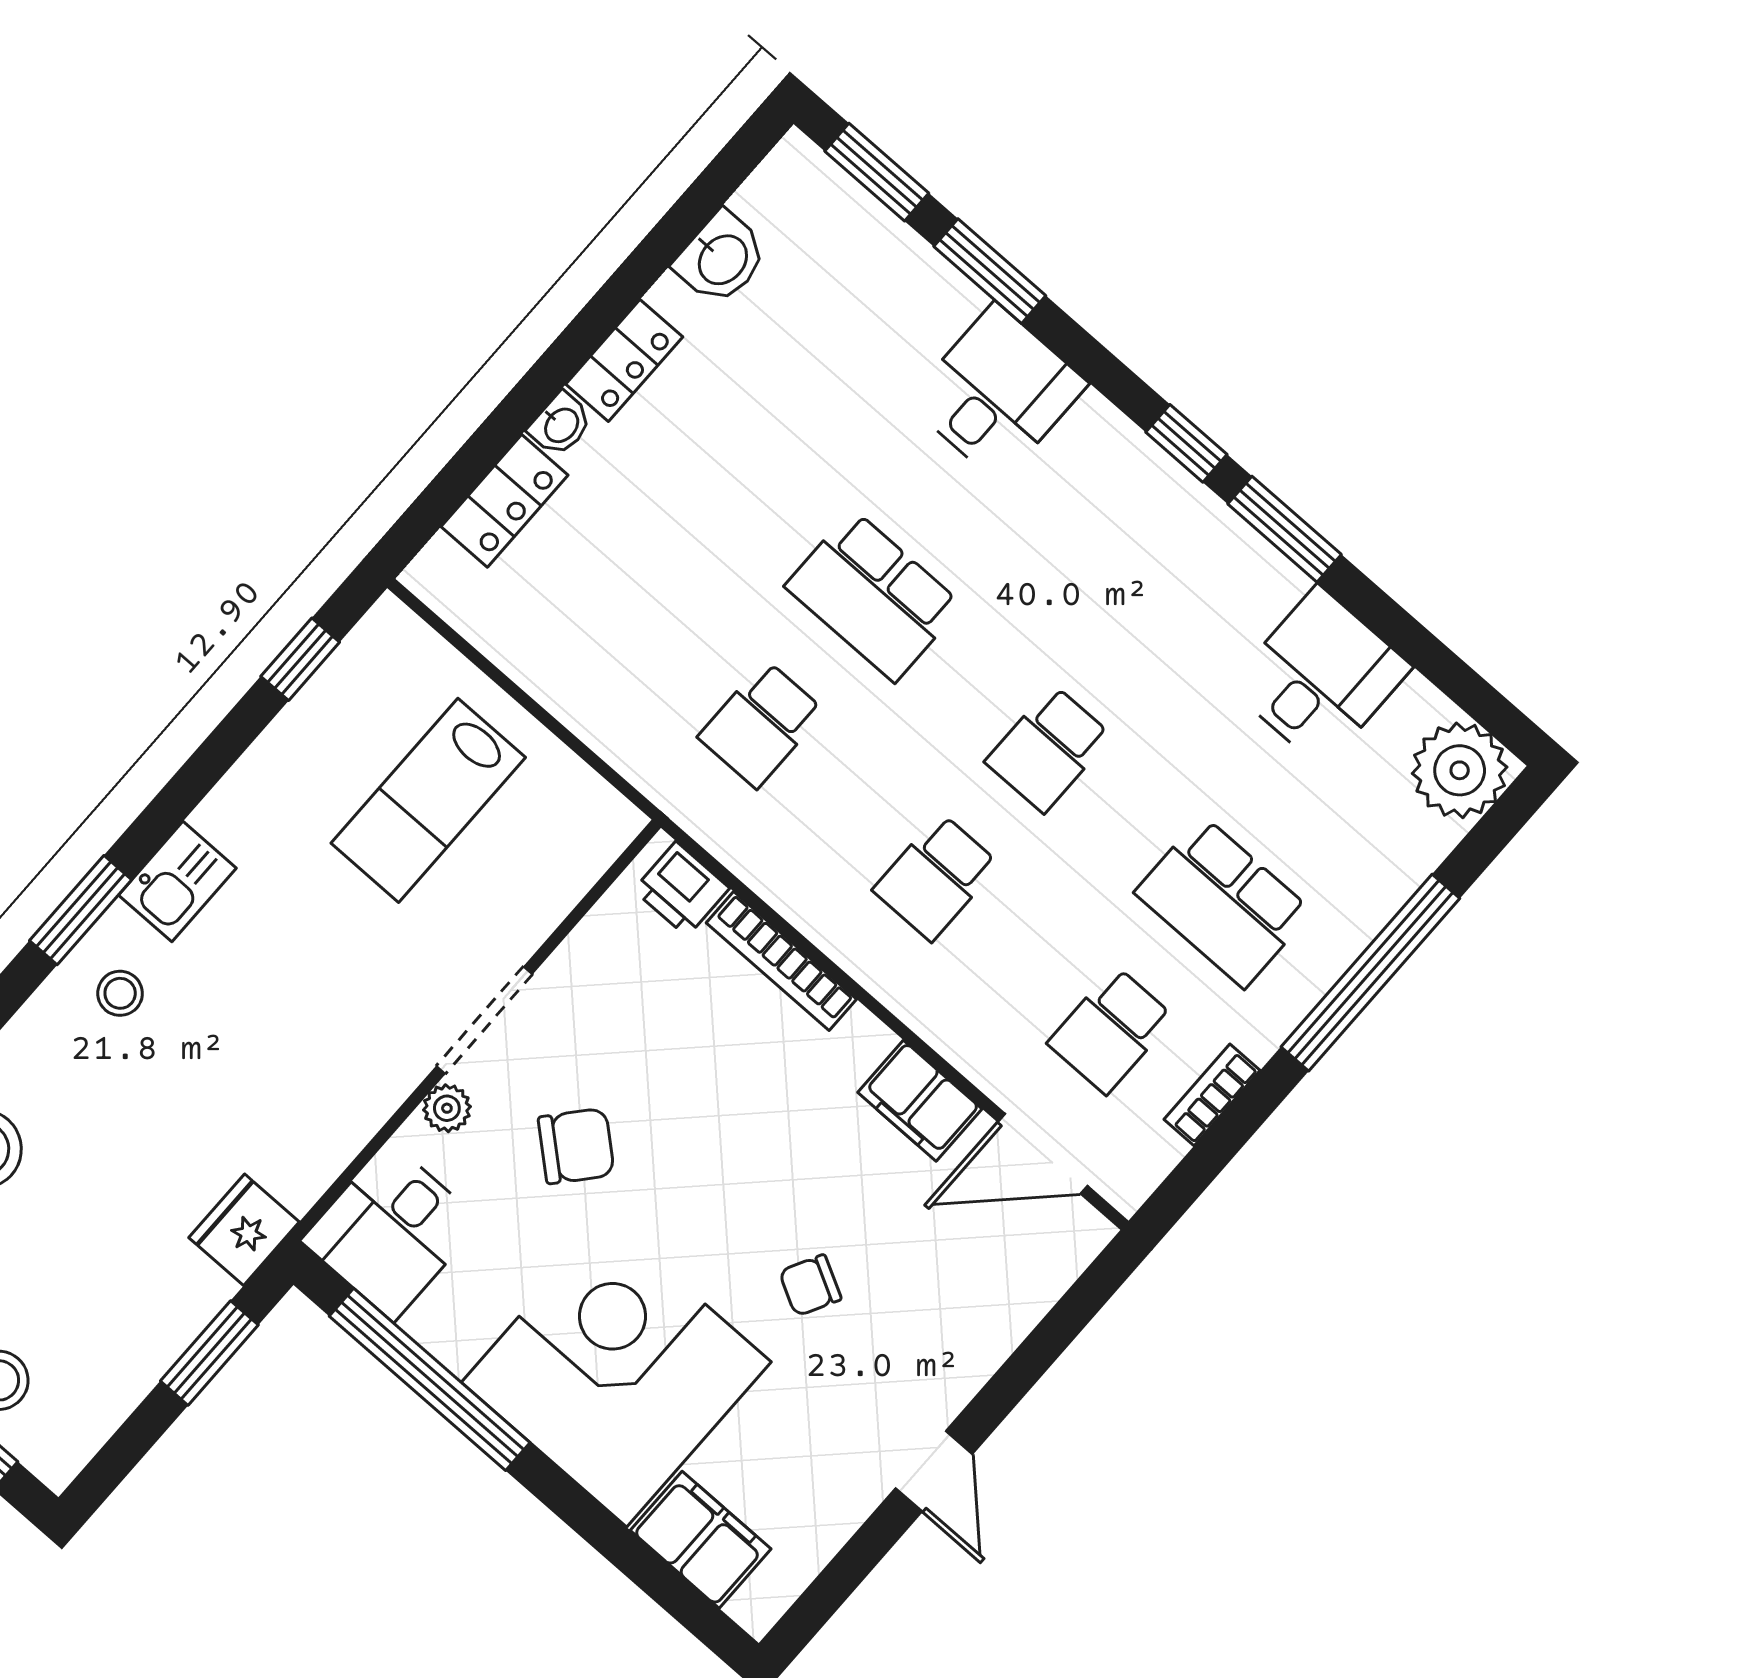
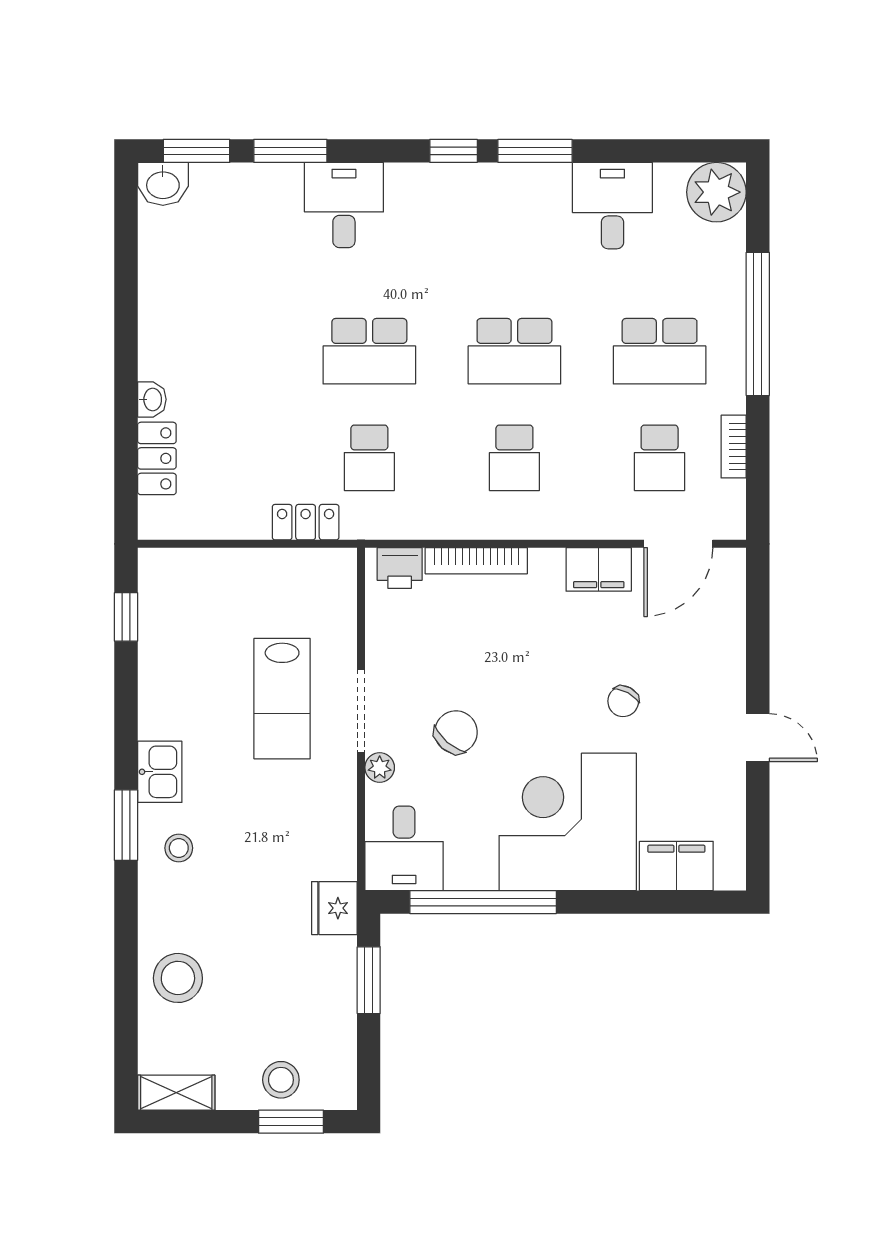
washbasin: (721, 258) -> (163, 184), moved, turned 90
locker: (624, 361) -> (306, 522), moved, turned -90
school desk: (1048, 749) -> (514, 351), width x1.85
lab bench: (428, 800) -> (282, 699), moved

